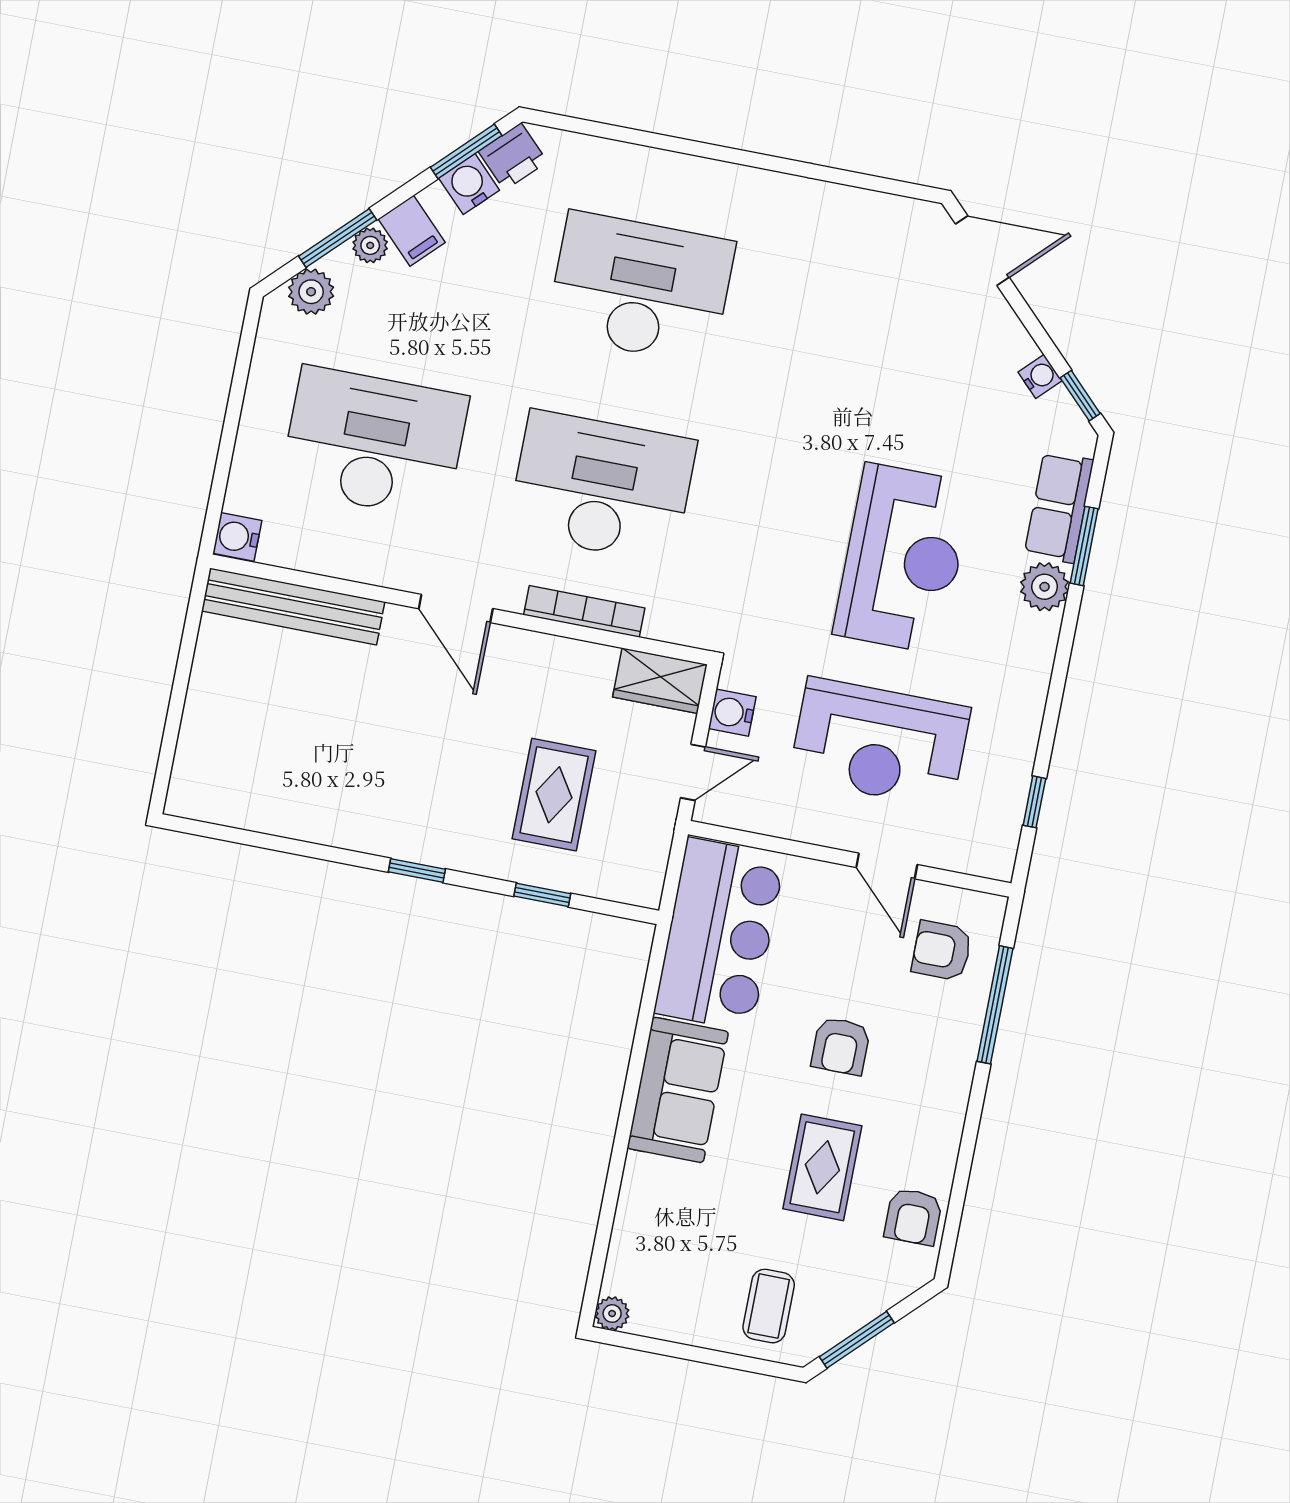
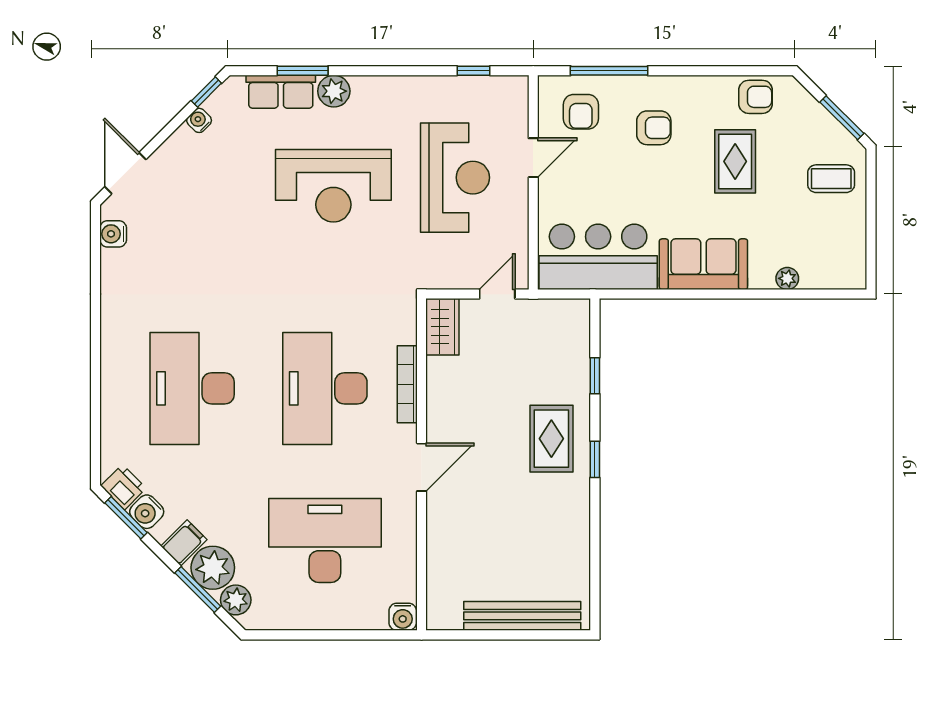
plant: (370, 245) -> (213, 568), width x1.88, depth x1.88
desk: (374, 443) -> (325, 541), turned 90
reception desk: (903, 558) -> (333, 186), turned 180
bench: (293, 606) -> (522, 616), moved, turned 90
water cooler: (732, 713) -> (113, 234), moved, turned 90
door: (693, 772) -> (497, 294), hinge flipped
rug: (554, 795) -> (551, 439), moved, turned 90
armchair: (841, 1046) -> (654, 128), moved
rug: (822, 1167) -> (735, 161), turned 90
plant: (612, 1314) -> (787, 278), moved

